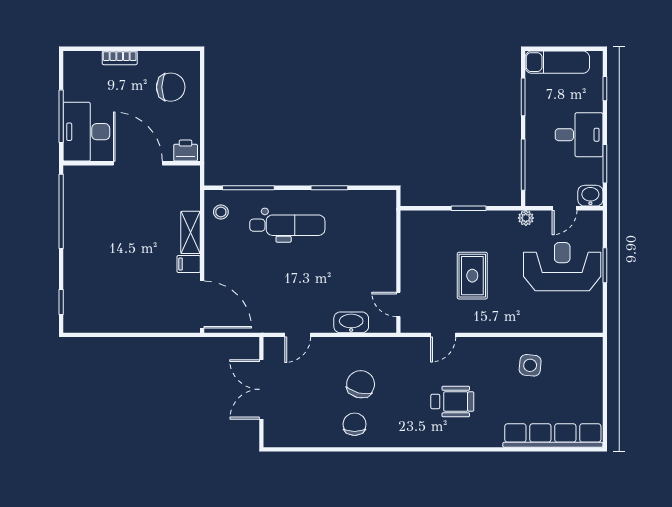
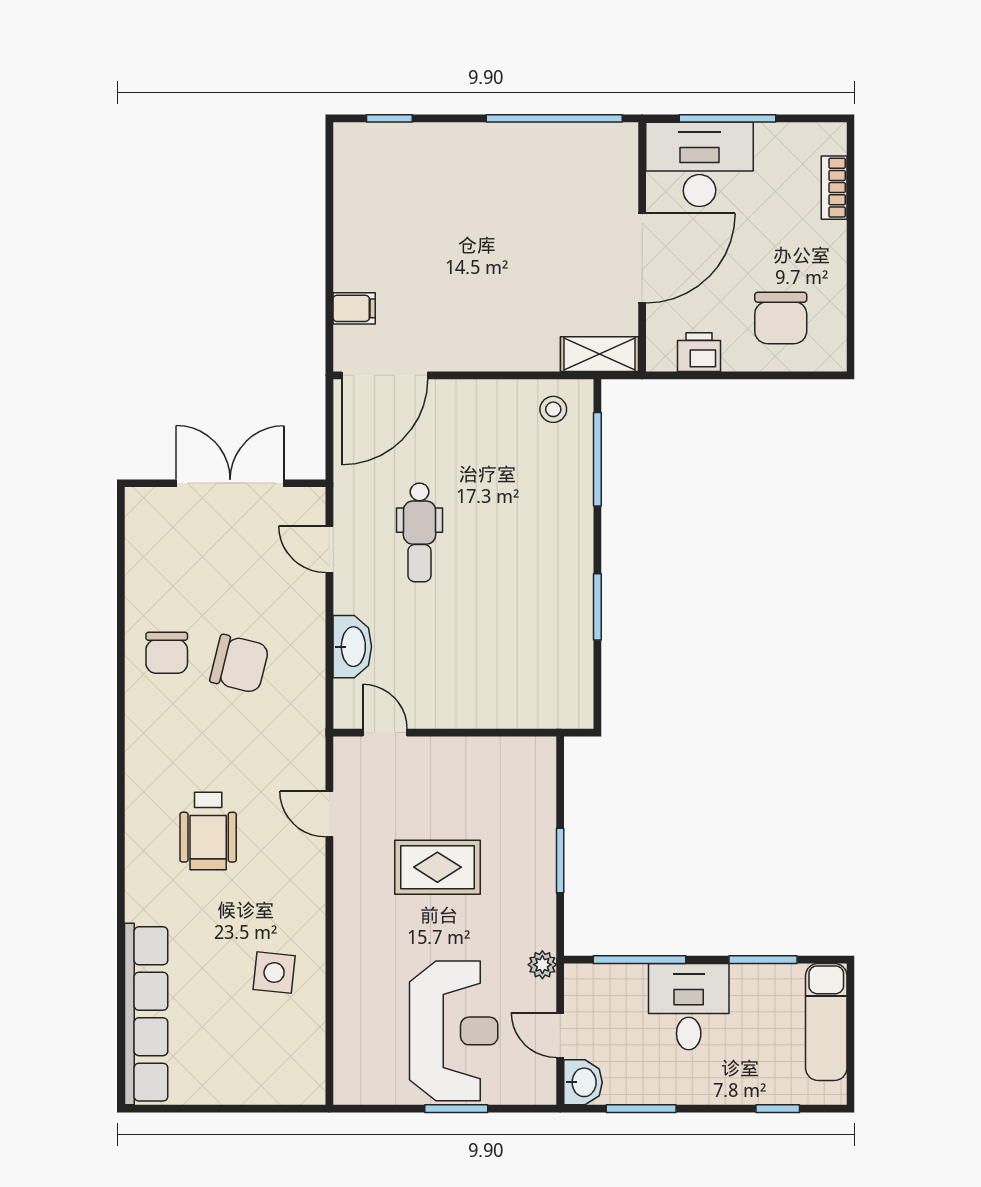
bookcase: (120, 58) -> (834, 188), moved
desk: (579, 135) -> (689, 1007), moved, turned 180
printer: (186, 151) -> (699, 352), moved, turned -90
dental chair: (287, 225) -> (420, 532), moved, width x0.73, depth x0.72
shelving: (191, 232) -> (600, 354), moved
filing cabinet: (189, 264) -> (354, 308), moved, turned 90
door: (398, 304) -> (385, 733), hinge flipped
chair: (355, 424) -> (167, 653), turned 90

